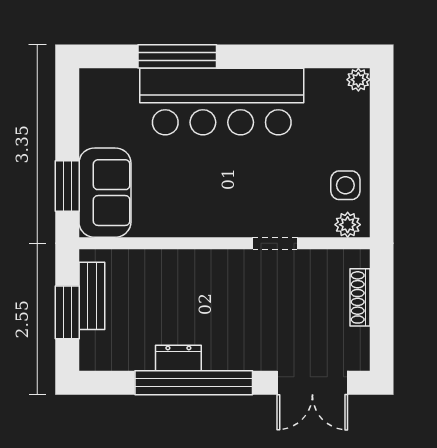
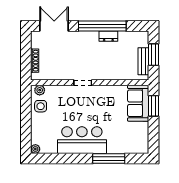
bar counter: (222, 102) -> (82, 140), width x0.73
doorway: (275, 243) -> (83, 83), moved

